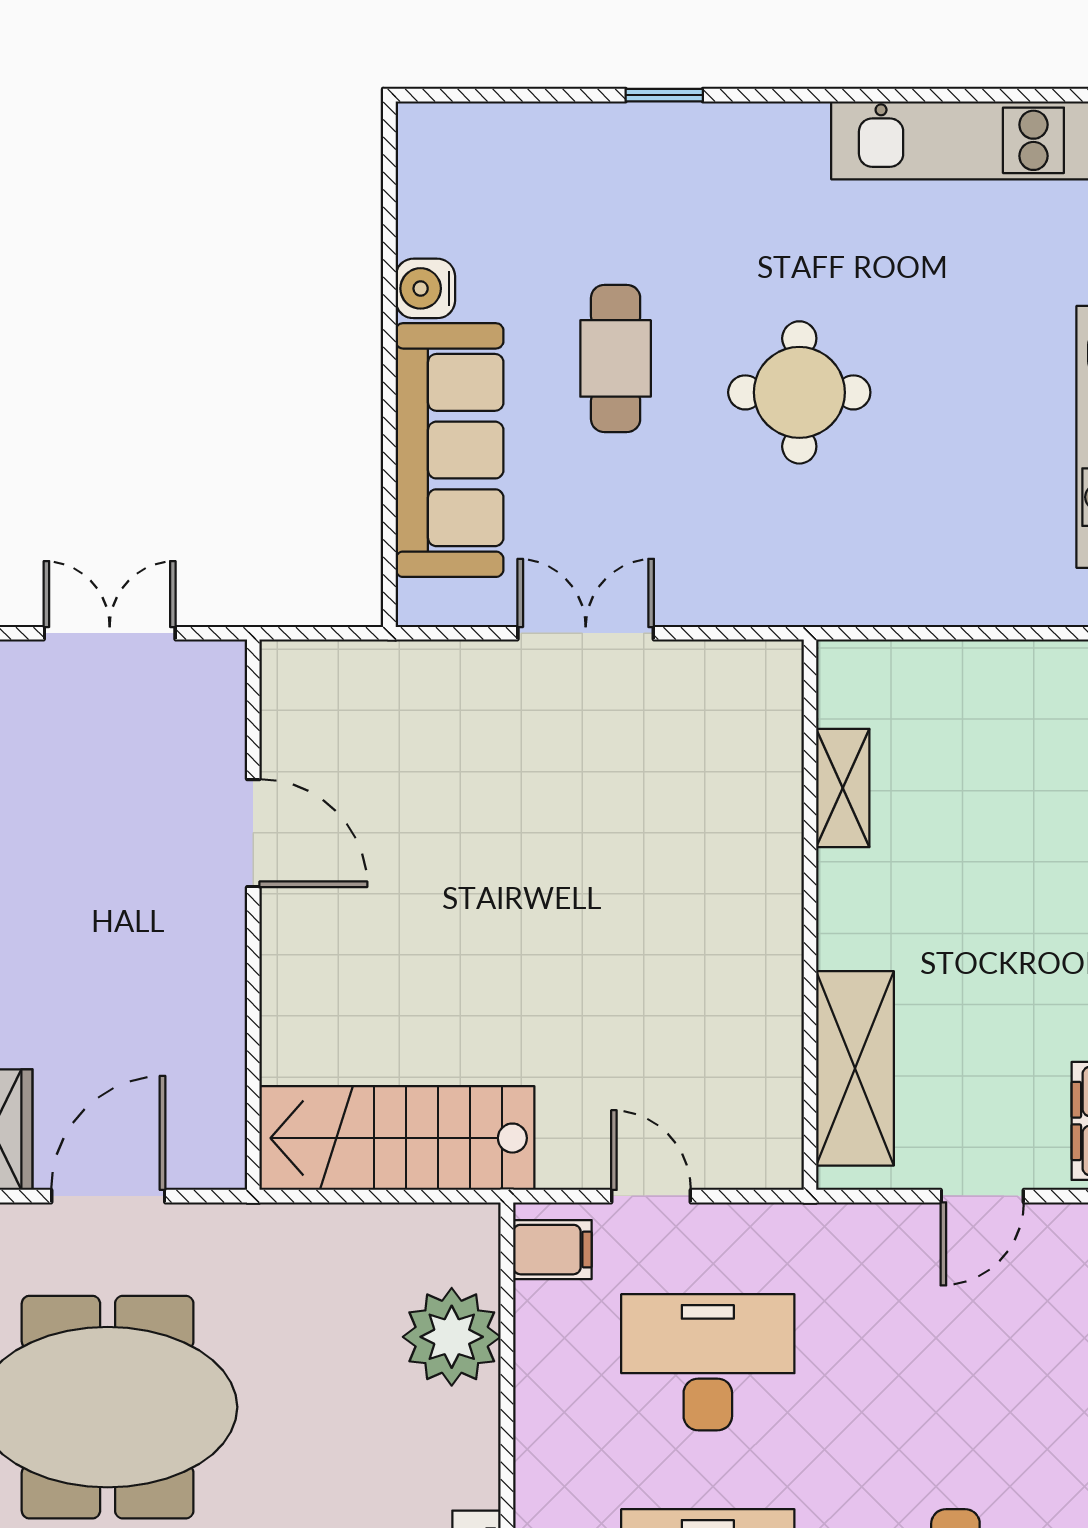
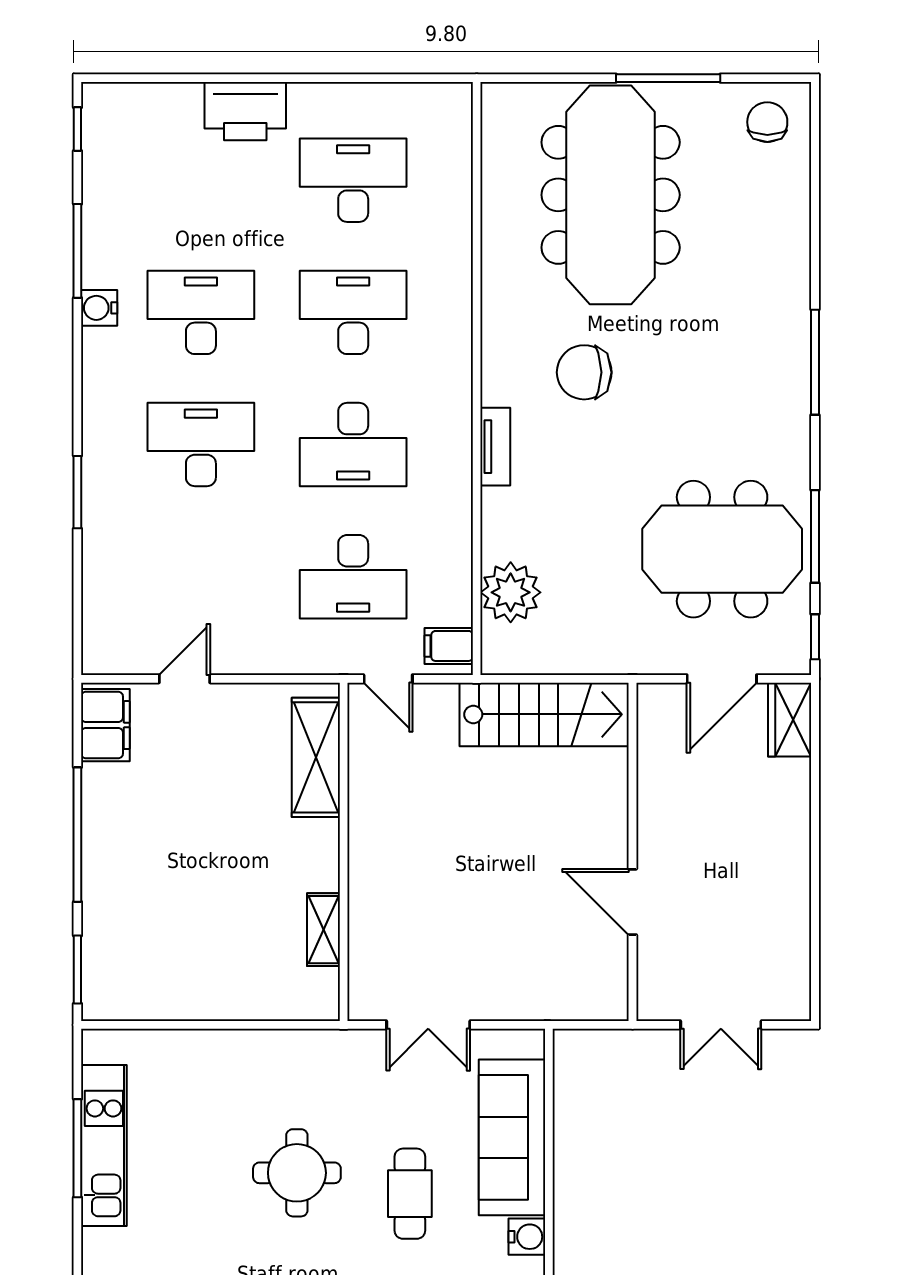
shelving: (843, 788) -> (323, 930), moved
wall: (810, 915) -> (344, 852), moved
shelving: (855, 1068) -> (316, 757), moved

